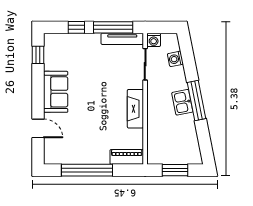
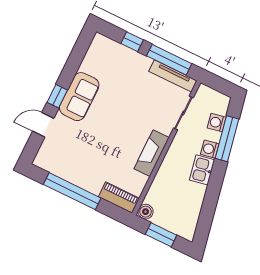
washing machine: (154, 40) -> (210, 149), moved, turned 79
window: (38, 55) -> (57, 96), moved
window: (196, 101) -> (227, 139), moved
door: (38, 128) -> (43, 125), swing flipped
boiler: (153, 158) -> (145, 212), added

